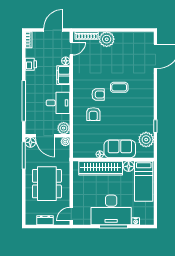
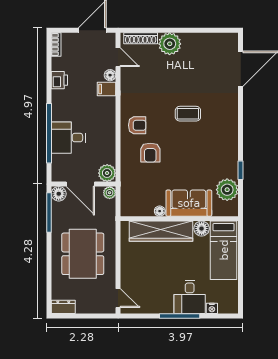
door: (71, 49) -> (118, 57), hinge flipped
filing cabinet: (63, 75) -> (107, 89), width x0.50
armchair: (98, 94) -> (137, 125), moved
desk: (58, 103) -> (68, 138), moved, turned 180
desk: (111, 210) -> (190, 297), width x0.53, depth x0.77
door: (71, 214) -> (118, 298), swing flipped
dresser: (45, 220) -> (63, 307), moved

